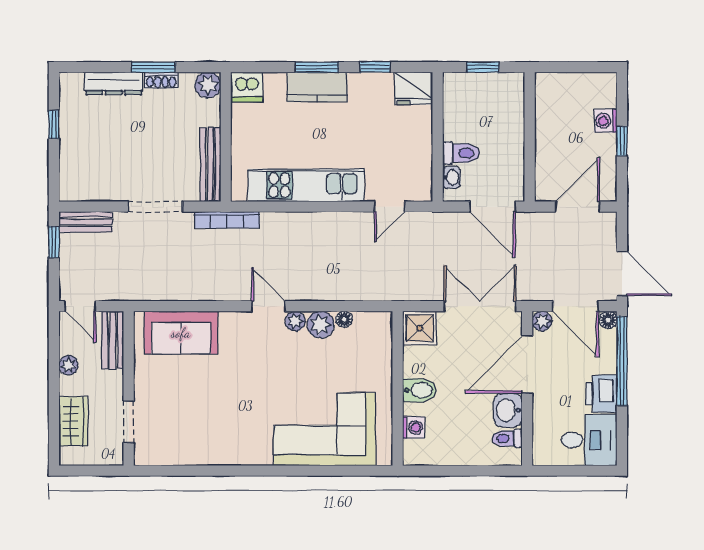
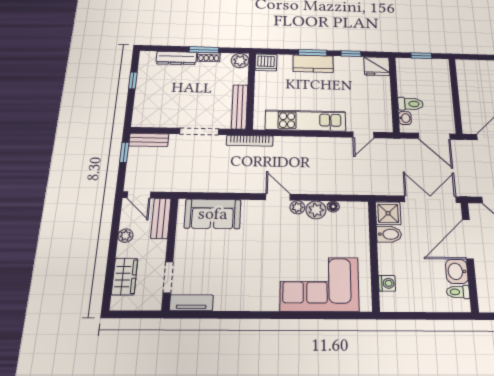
plant: (542, 321) -> (476, 210), removed
bidet: (419, 390) -> (389, 234), moved
tv unit: (161, 455) -> (191, 303), added

